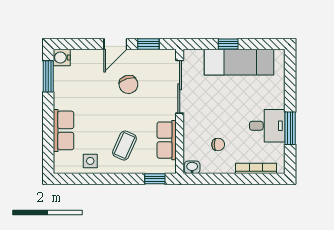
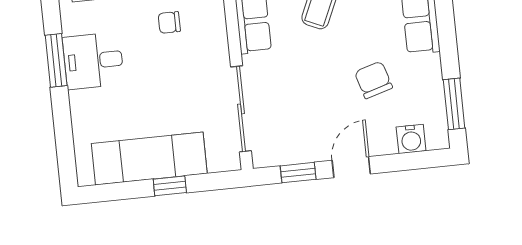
water cooler: (62, 57) -> (411, 139), moved, turned 90
chair: (128, 84) -> (373, 80), moved

